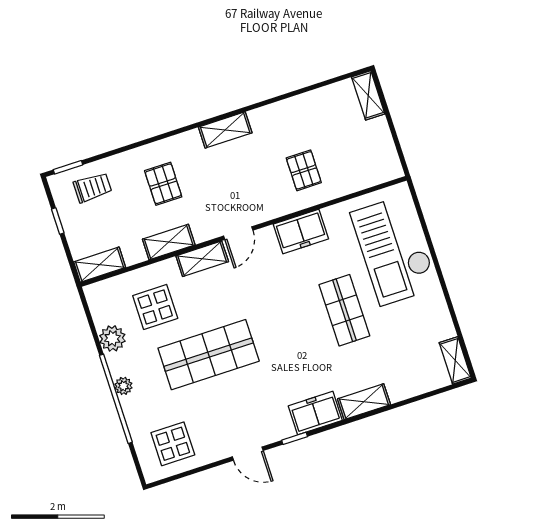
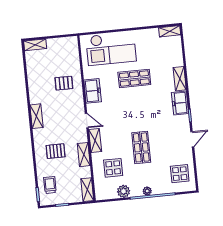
shop shelf: (209, 355) -> (141, 147), width x0.70, depth x0.74

